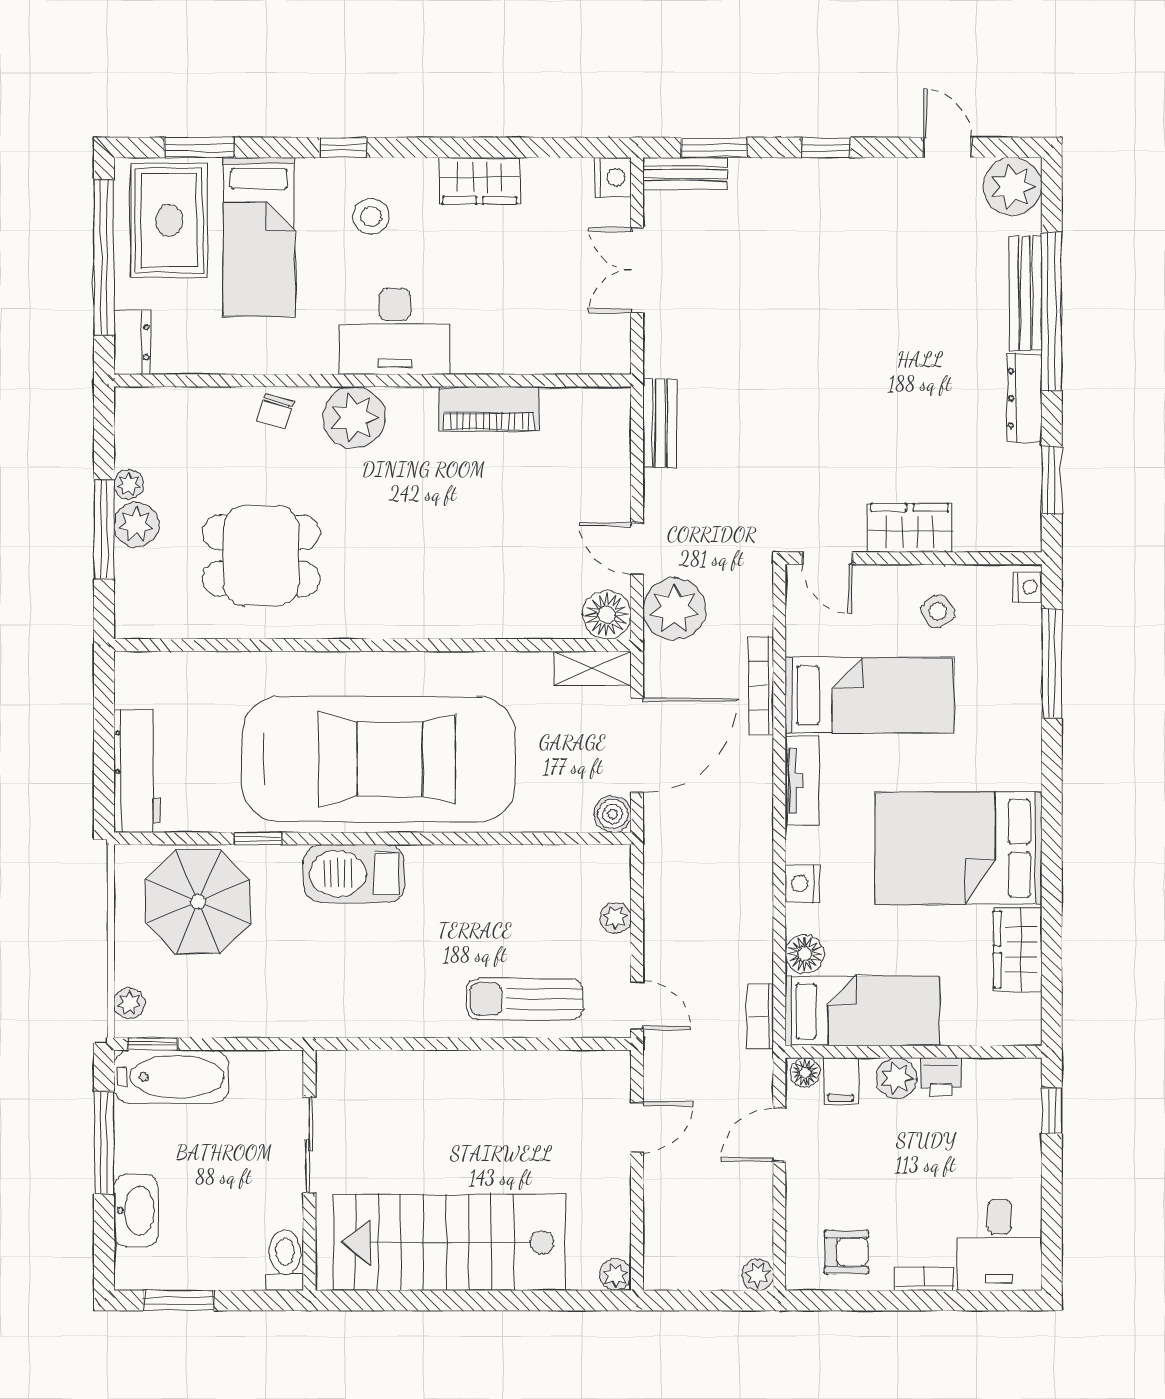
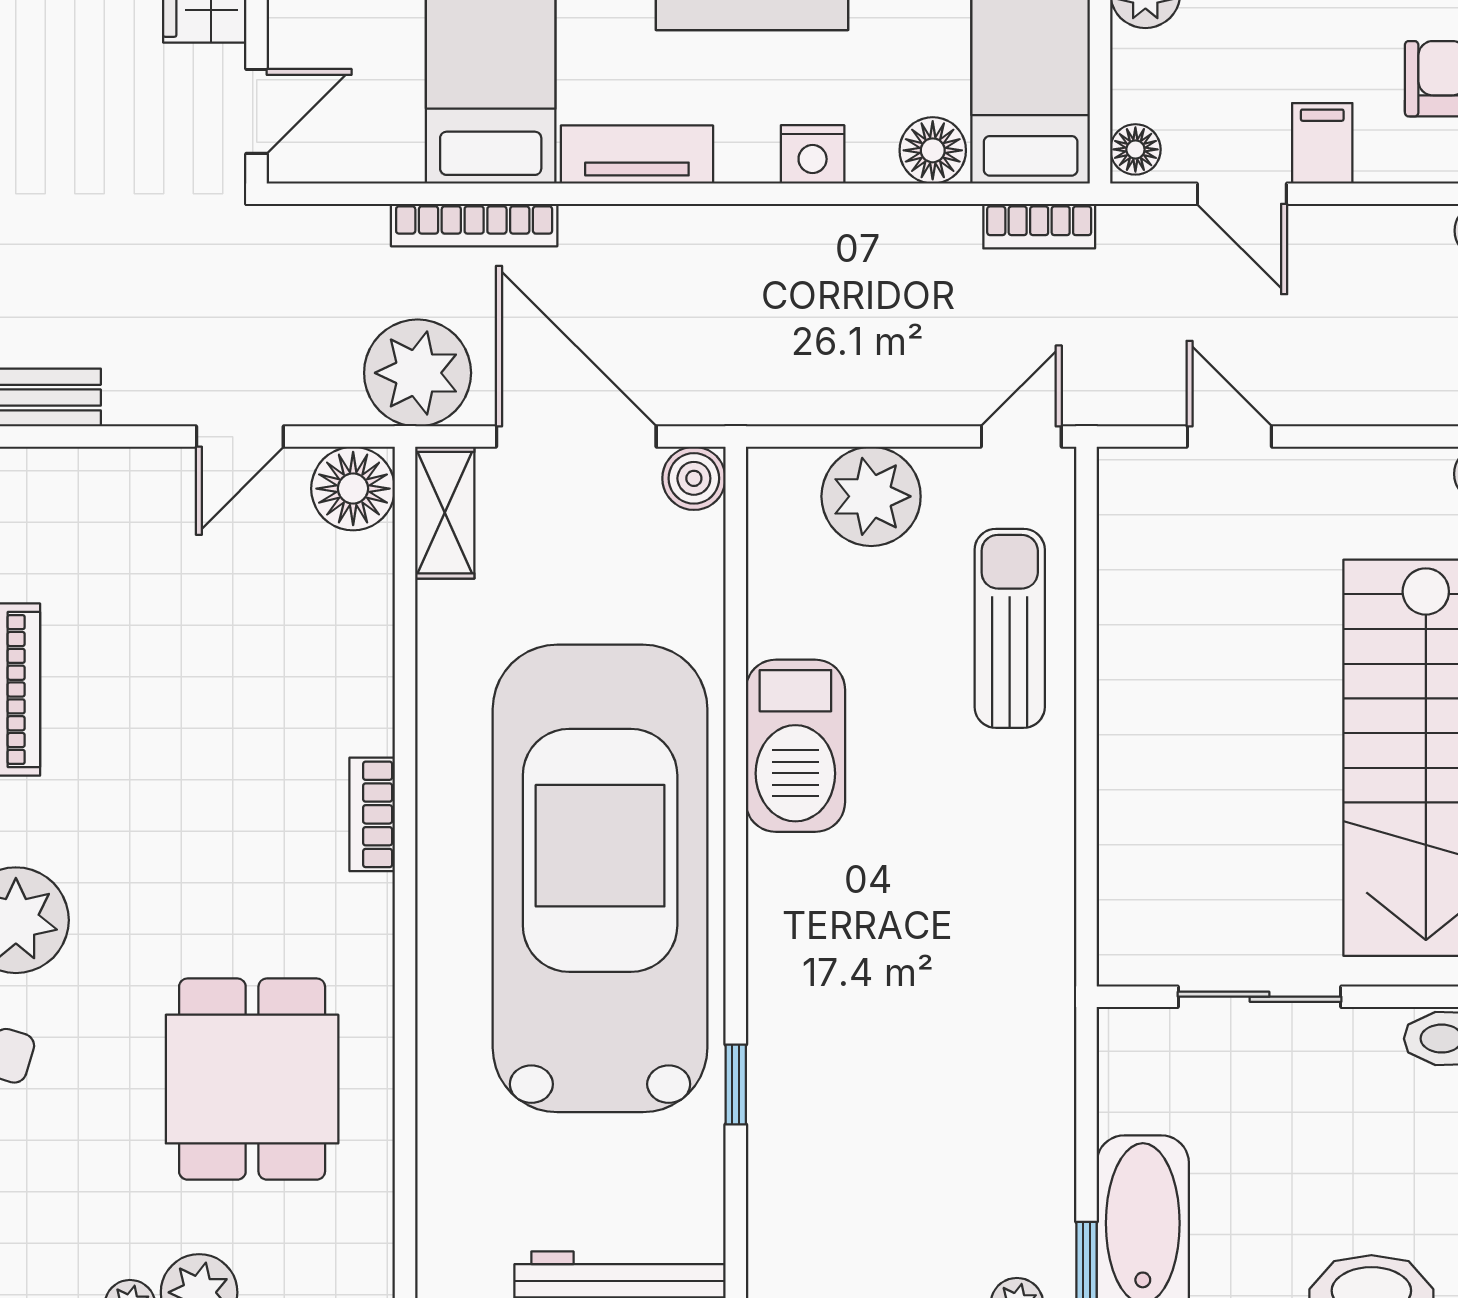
plant: (674, 609) -> (418, 373), moved
bookcase: (416, 626) -> (372, 814), added
barbecue: (354, 874) -> (795, 746), moved
parasol: (198, 902) -> (844, 1187), removed
plant: (616, 918) -> (871, 496), width x1.87, depth x1.87
sun lounger: (525, 999) -> (1010, 628), turned 180
filing cabinet: (841, 1081) -> (1322, 143), moved, turned -90

